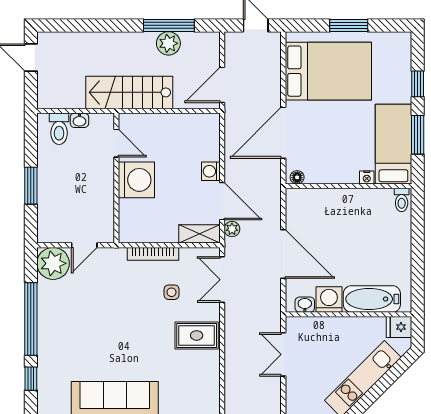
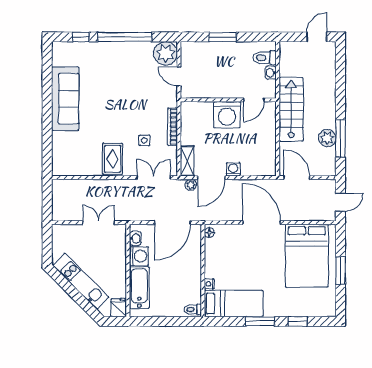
bed: (393, 144) -> (234, 304), moved
floor lamp: (297, 177) -> (209, 233), moved
nightstand: (367, 177) -> (209, 284), moved
wall: (348, 186) -> (203, 270), moved
toilet: (402, 200) -> (193, 310), moved

